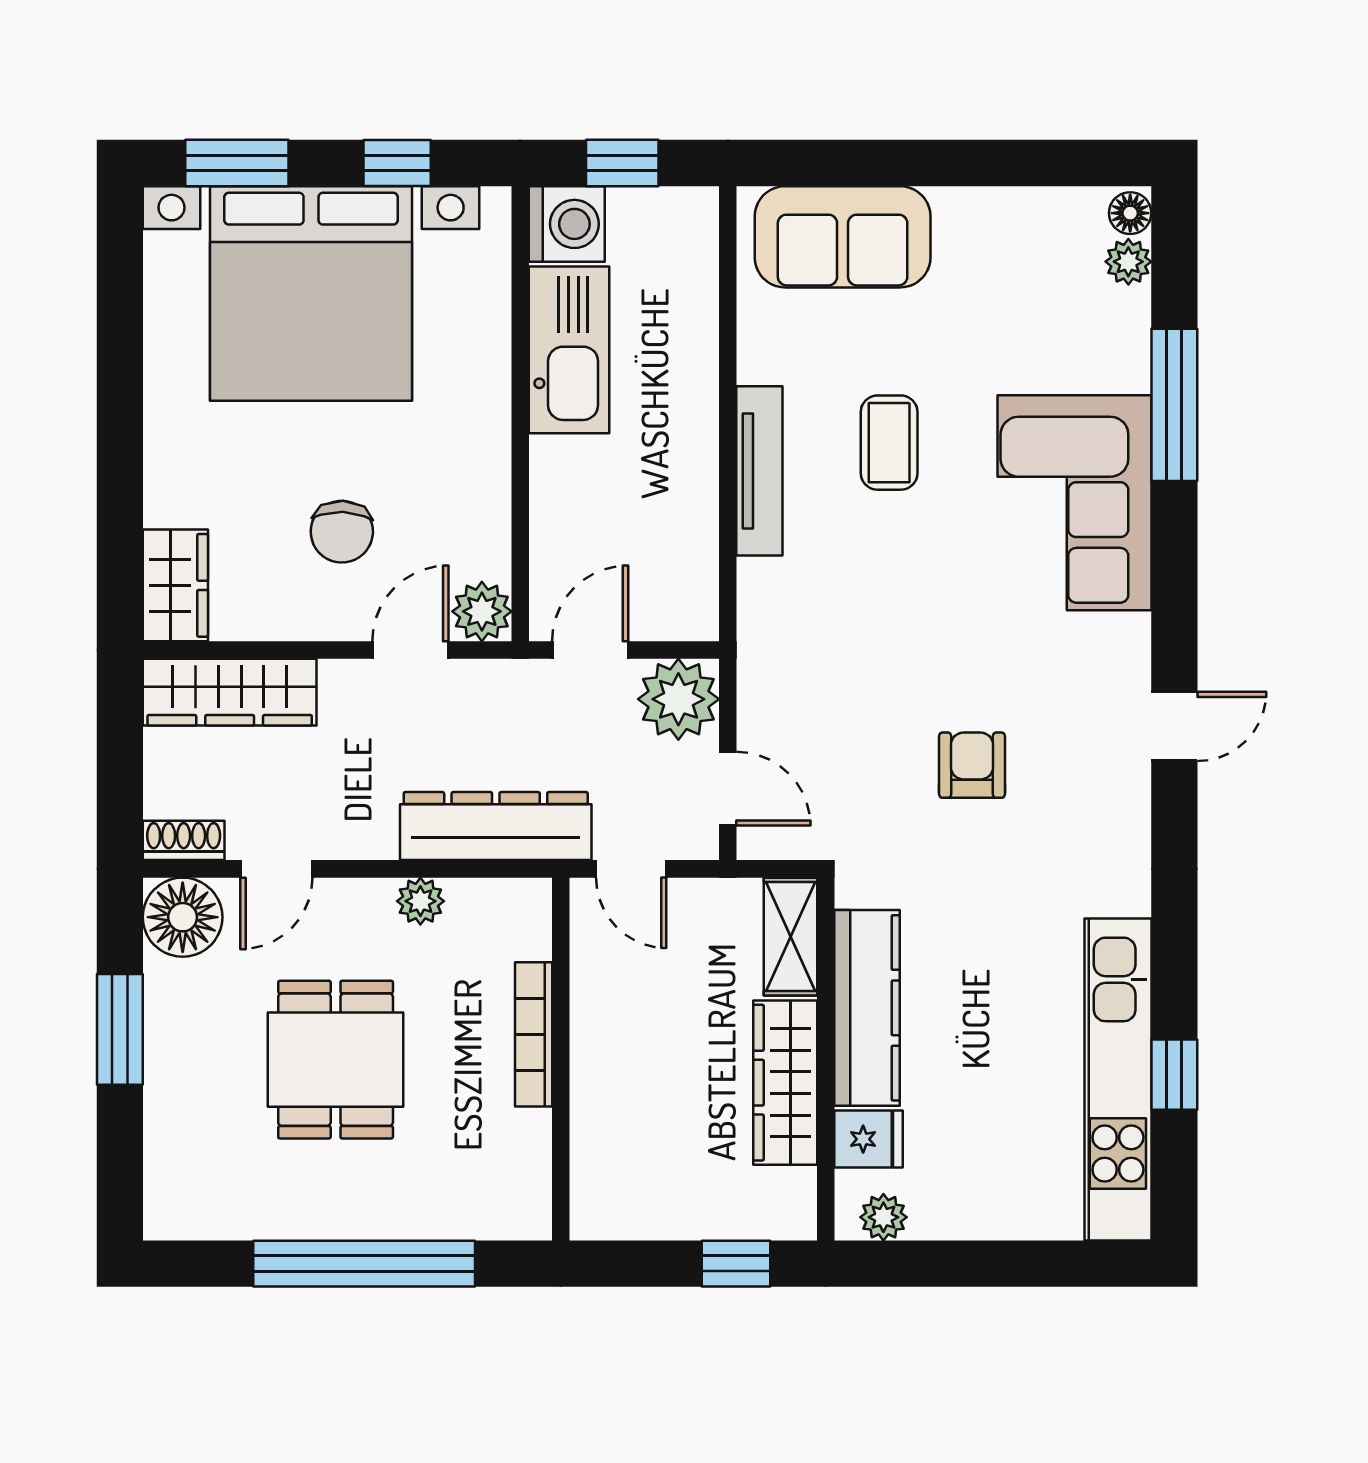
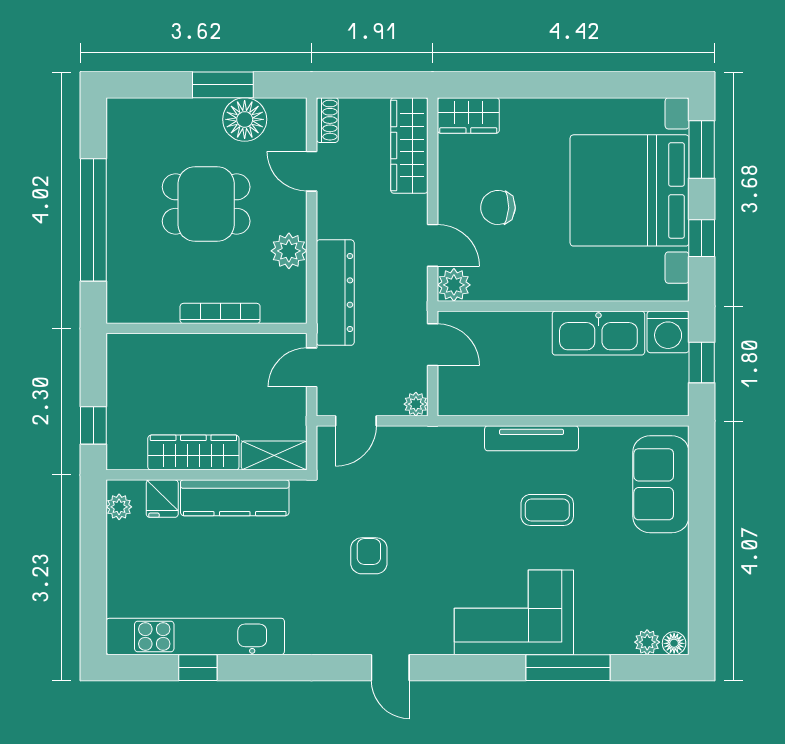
plant: (678, 699) -> (416, 404), width x0.53, depth x0.53
armchair: (972, 765) -> (369, 556), turned -90
plant: (420, 901) -> (289, 251), width x1.38, depth x1.38
floor lamp: (183, 917) -> (245, 119), moved

